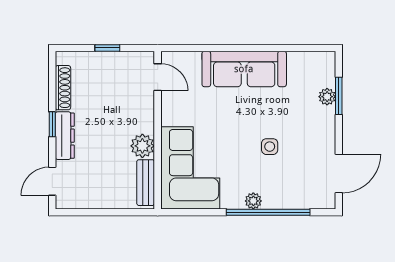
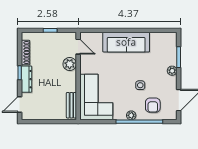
plant: (327, 97) -> (172, 71), moved
plant: (142, 146) -> (70, 64), moved
armchair: (292, 183) -> (153, 105), added

